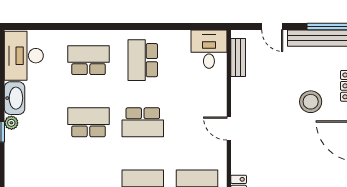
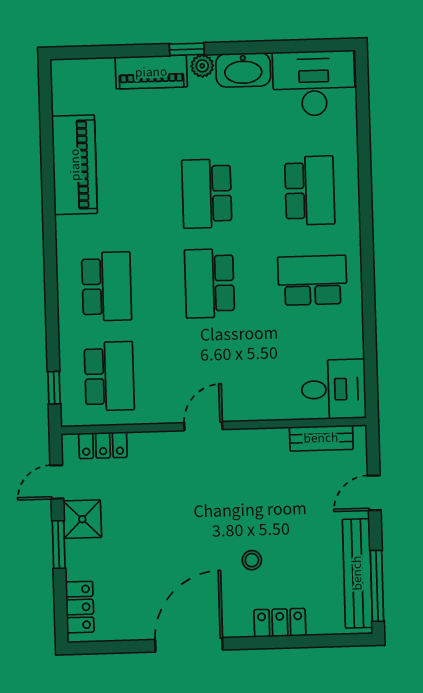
stool: (311, 102) -> (252, 560), width x0.53, depth x0.53
school desk: (89, 122) -> (207, 194), turned 180
piano: (14, 154) -> (151, 72), added

